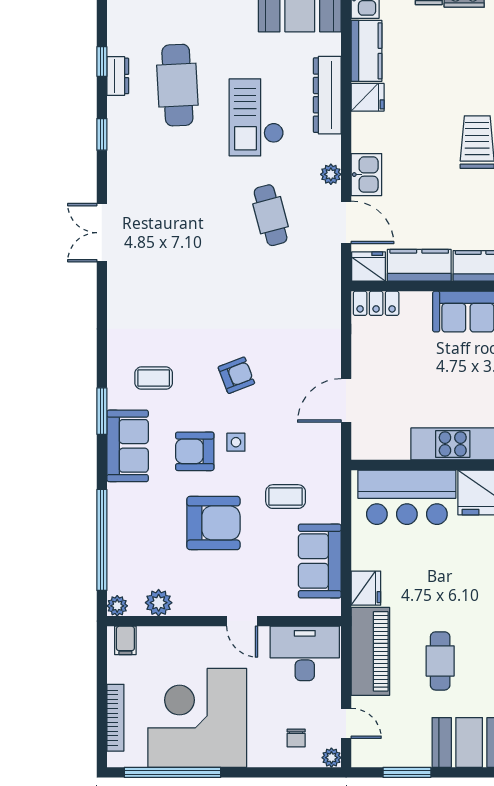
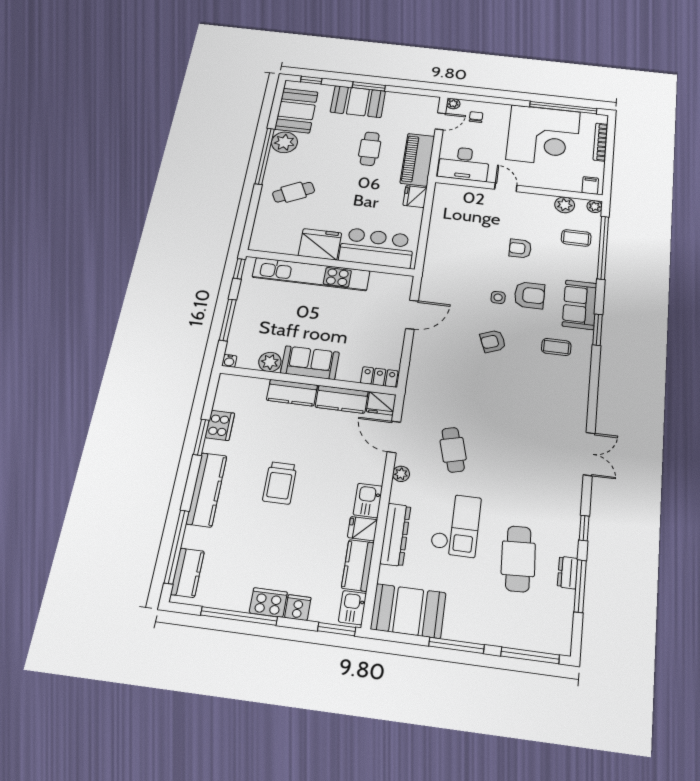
window: (102, 62) -> (580, 586), width x2.17
kitchen sink: (366, 175) -> (368, 500), moved
coffee table: (286, 497) -> (576, 238), moved
armchair: (213, 523) -> (520, 248), width x0.53, depth x0.53
sofa: (320, 561) -> (446, 216), removed
door: (346, 723) -> (440, 121), swing flipped
window: (407, 772) -> (369, 86), moved

